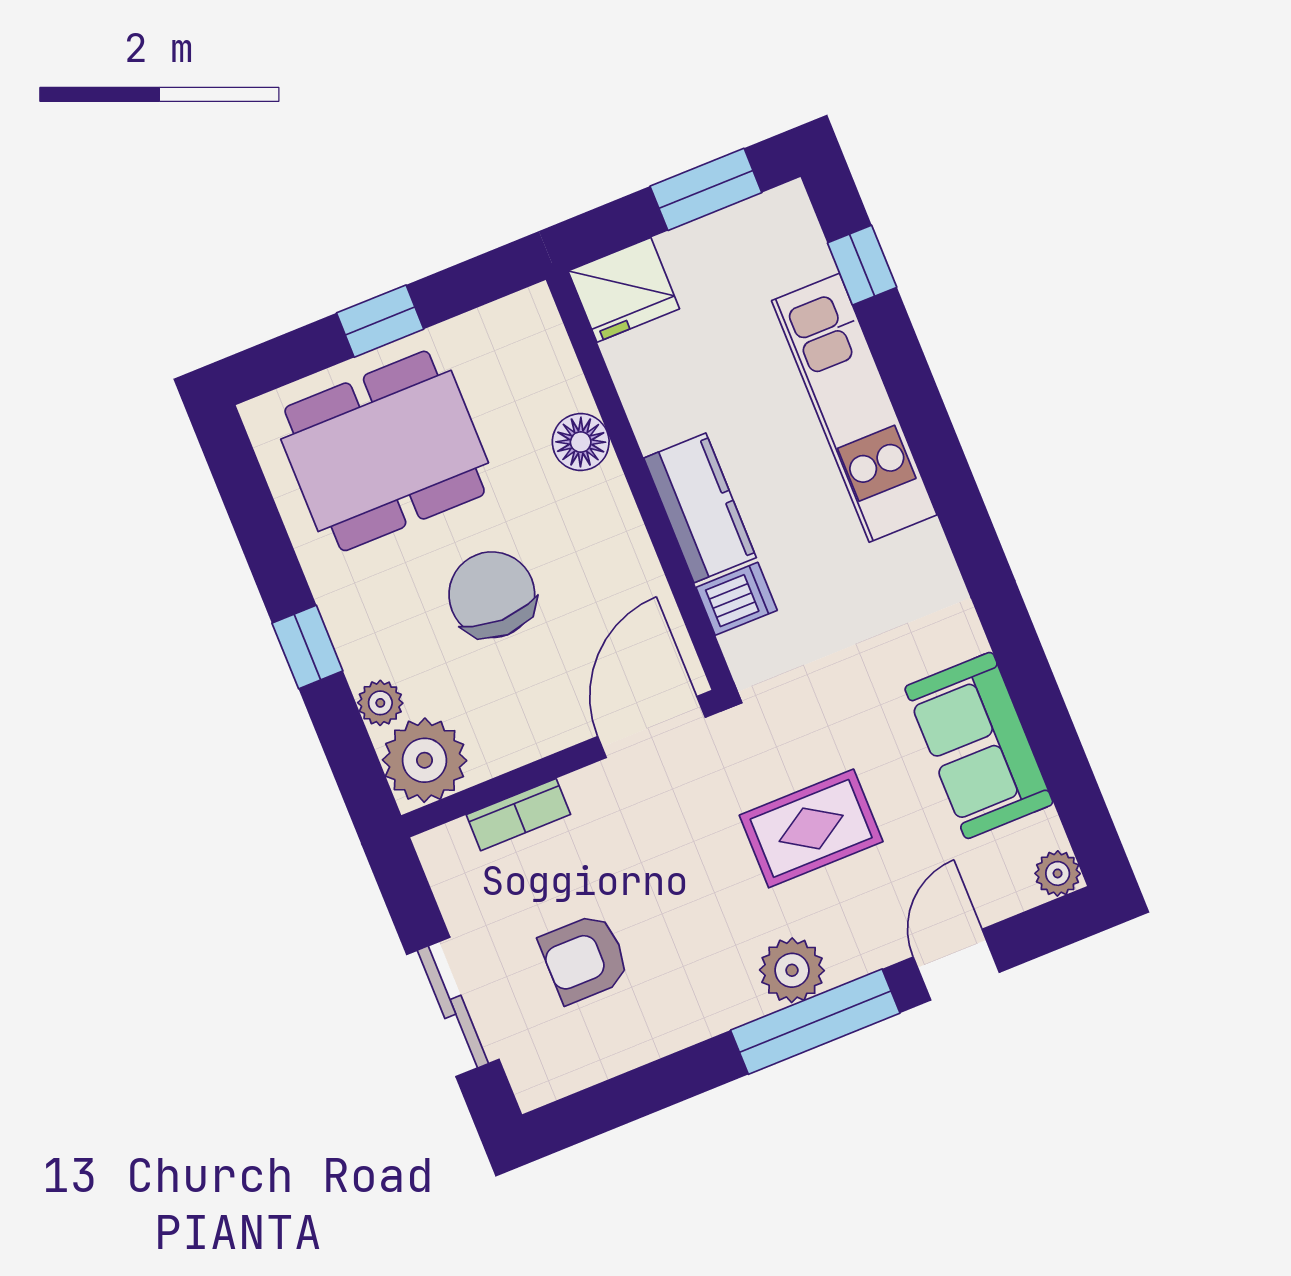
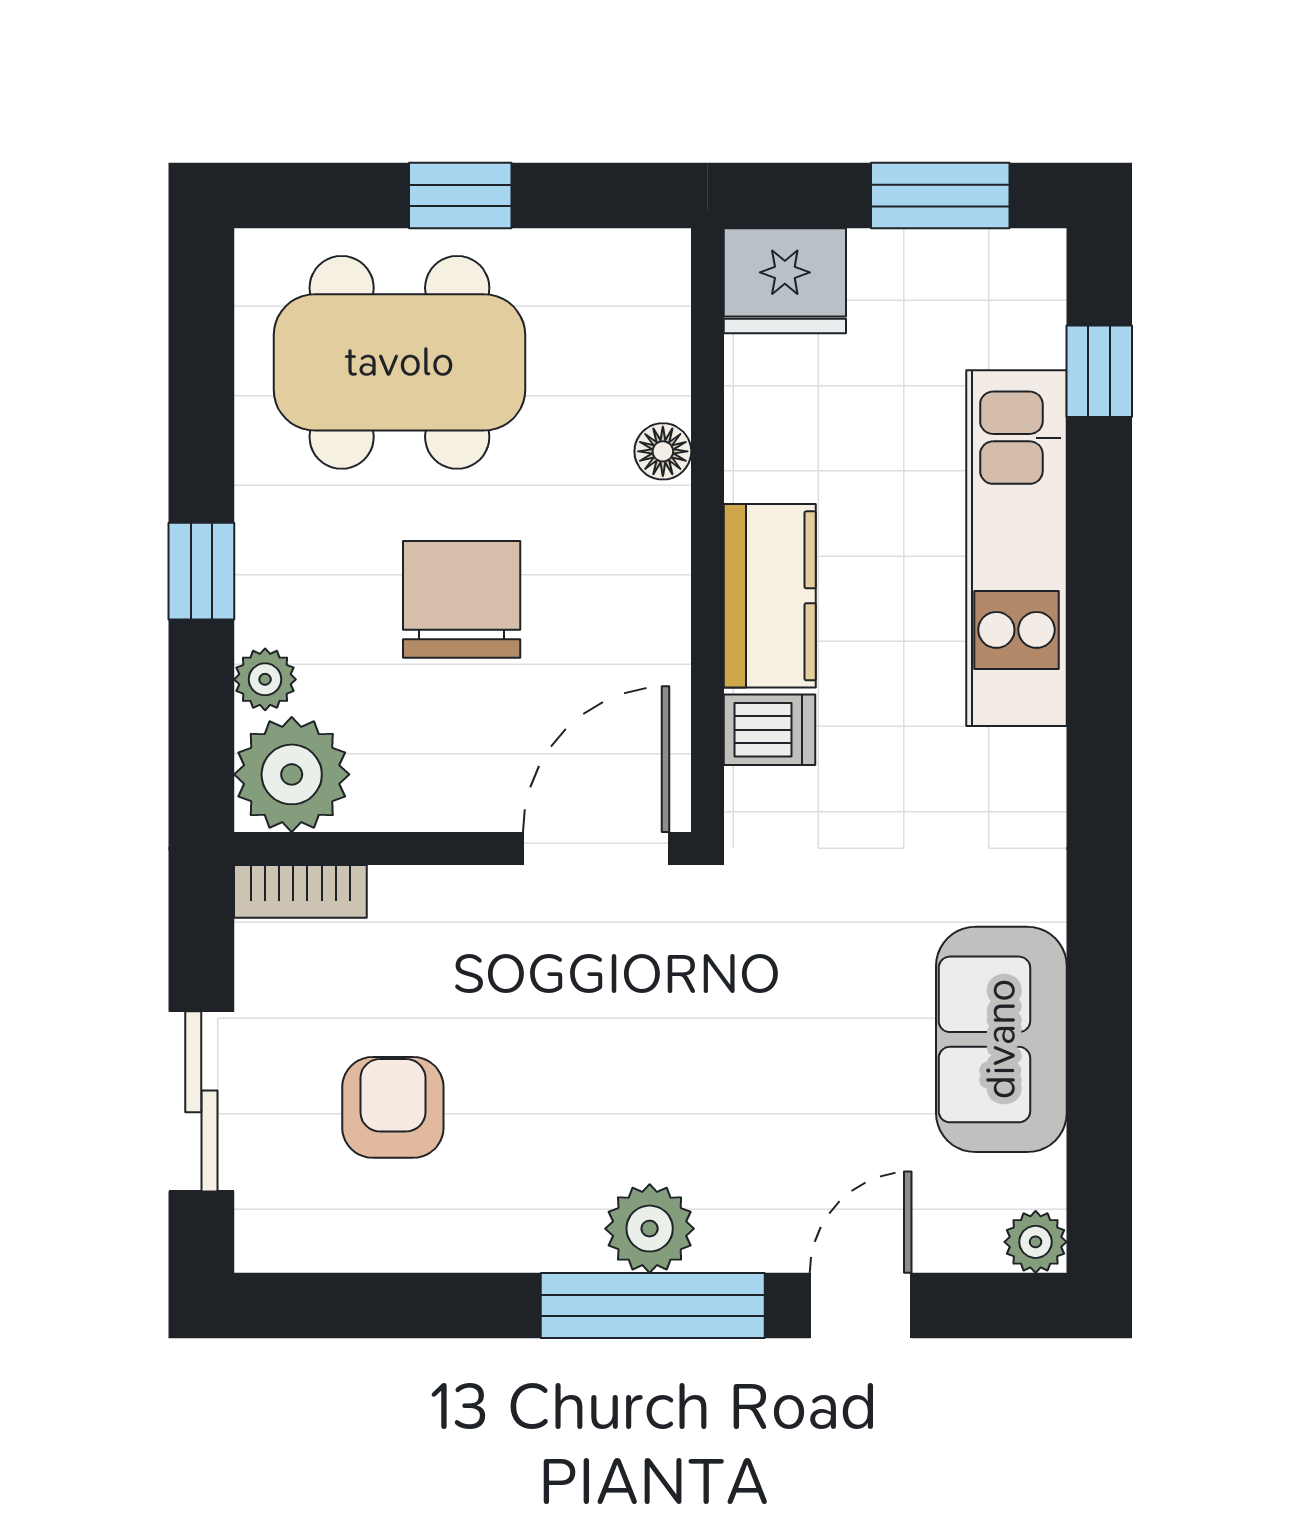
floor lamp: (581, 442) -> (663, 451), width x0.73, depth x0.73
bookcase: (518, 815) -> (300, 891), moved
rug: (811, 828) -> (746, 1059), removed
armchair: (584, 958) -> (393, 1107), turned 90

